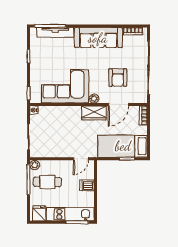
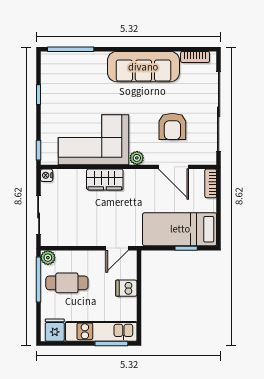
tv unit: (55, 32) -> (79, 59), removed
door: (119, 104) -> (173, 167), hinge flipped
wardrobe: (94, 113) -> (105, 179), moved

